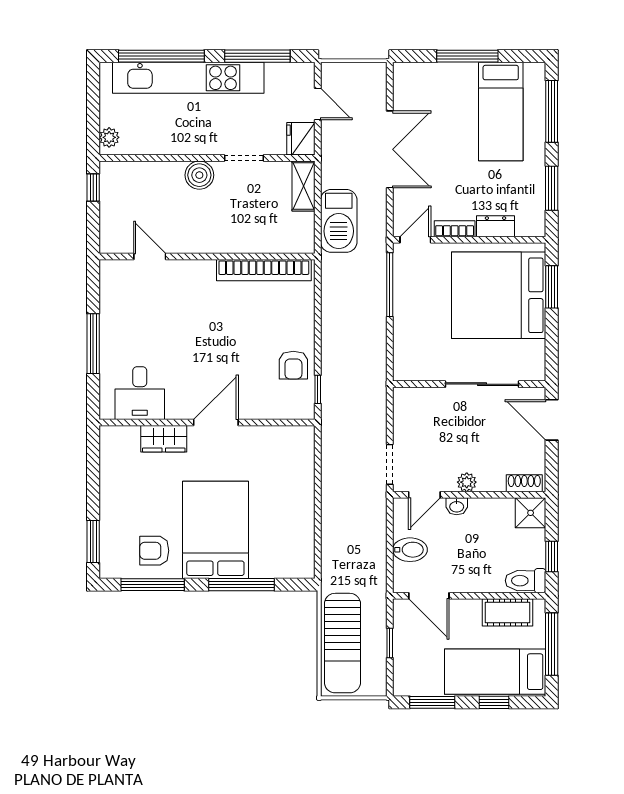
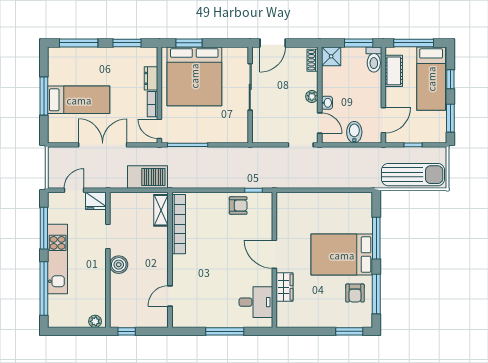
kitchen unit: (188, 78) -> (58, 259), width x0.73
bed: (501, 112) -> (79, 100), moved
shelving: (303, 186) -> (161, 210), moved, turned 90
window: (552, 557) -> (359, 43), width x1.50

